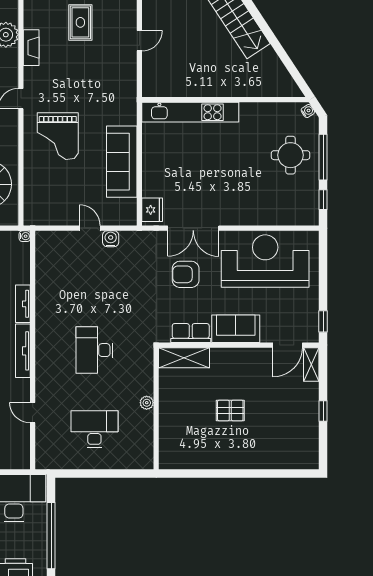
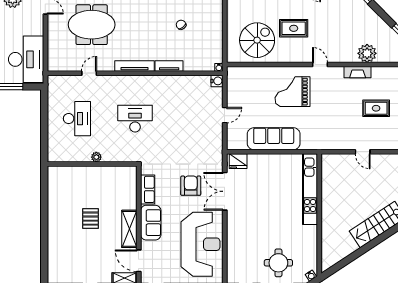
water cooler: (111, 239) -> (217, 81), moved
shelving: (184, 358) -> (129, 229), moved

